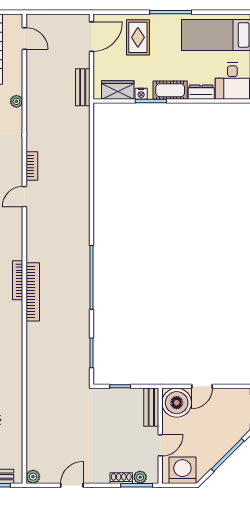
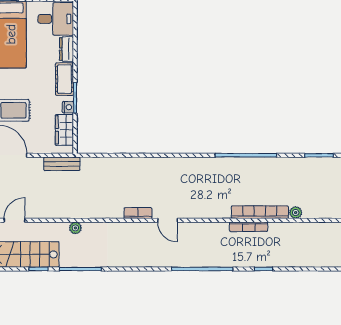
plant: (32, 329) -> (296, 213), added

